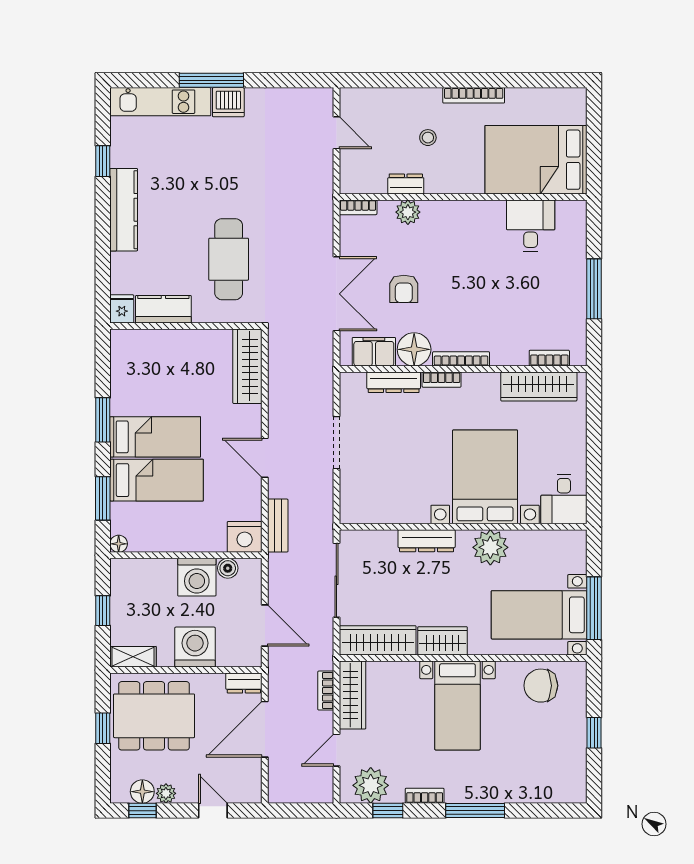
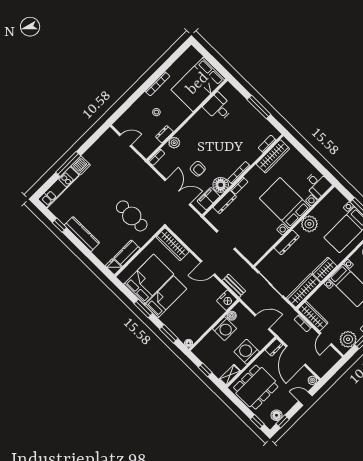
bed: (157, 480) -> (149, 279), moved, width x1.50
window: (103, 728) -> (257, 422), moved
plant: (166, 793) -> (312, 380), moved

